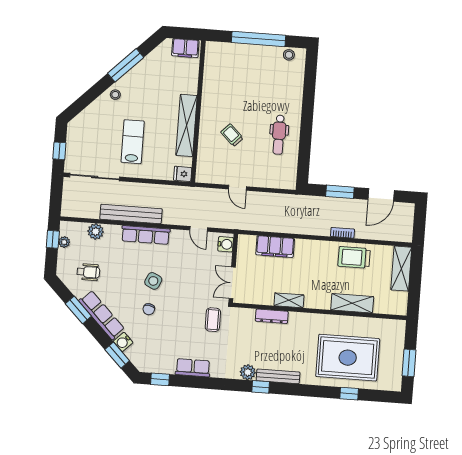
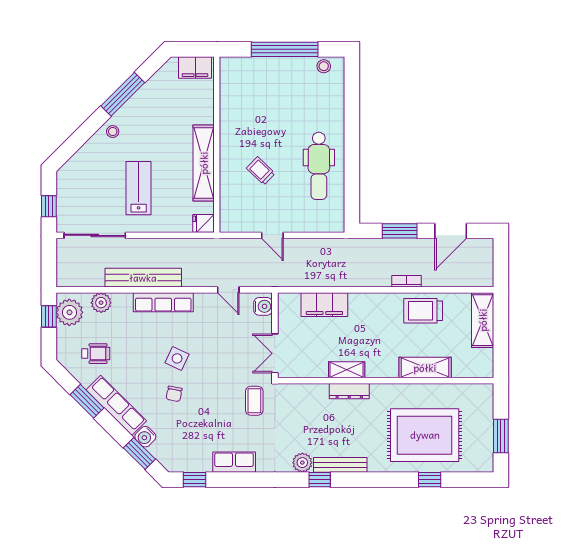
dental chair: (279, 135) -> (319, 166), width x1.36, depth x1.38
plant: (64, 242) -> (69, 312), width x1.87, depth x1.87
dresser: (272, 316) -> (349, 391), moved

